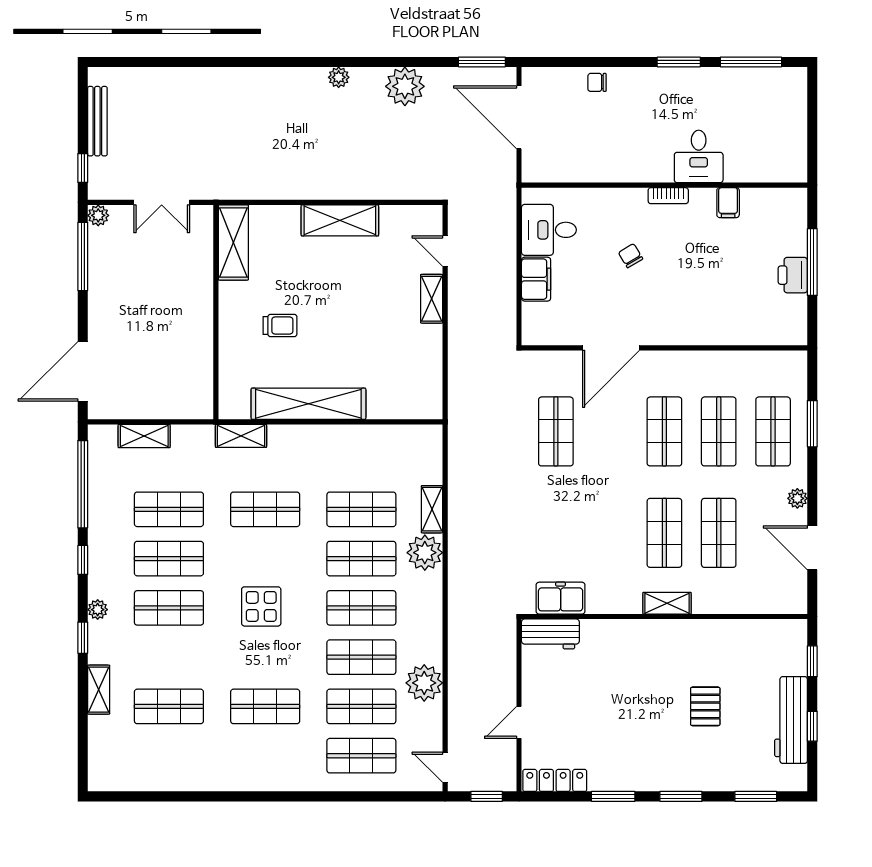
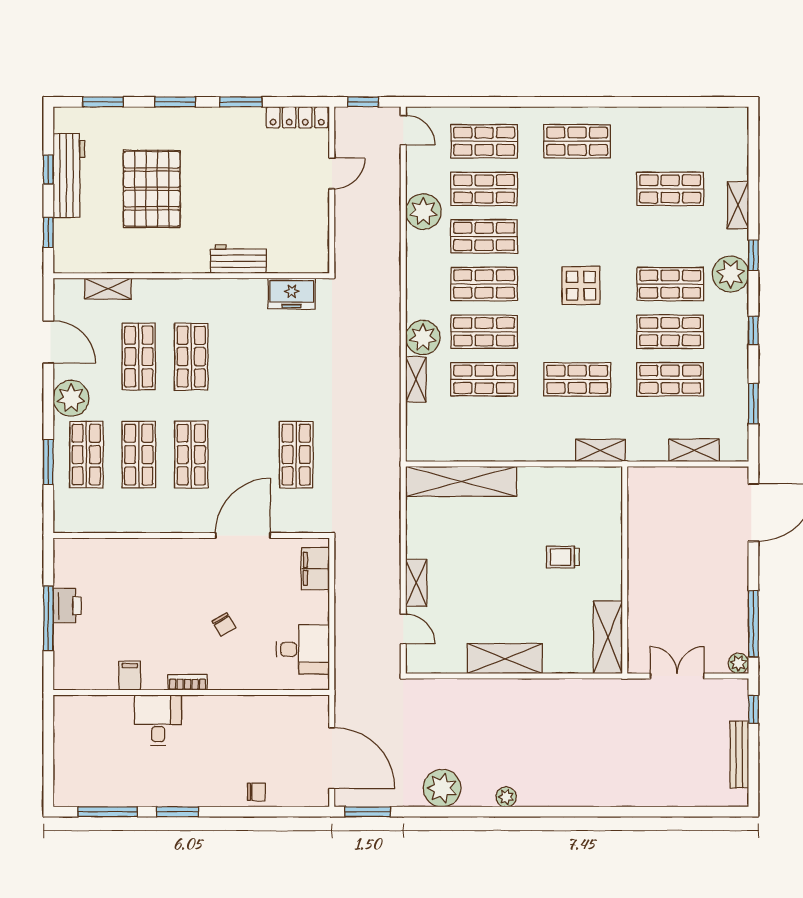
filing cabinet: (536, 279) -> (315, 569), moved
shelving: (308, 404) -> (461, 481), moved
window: (83, 484) -> (753, 404), width x0.47
plant: (797, 498) -> (71, 398), width x1.88, depth x1.88
shelving: (667, 603) -> (108, 289), moved
plant: (98, 610) -> (731, 274), width x1.88, depth x1.88
workbench: (550, 634) -> (239, 259), moved
shop shelf: (265, 706) -> (577, 141), moved
pallet: (705, 706) -> (152, 189), width x2.05, depth x2.00

